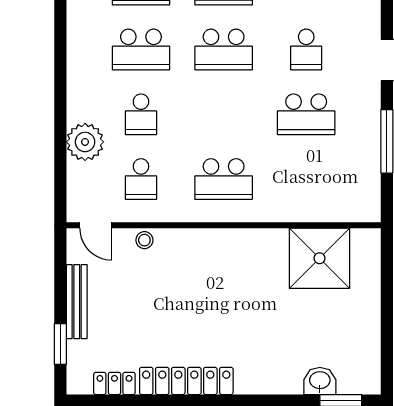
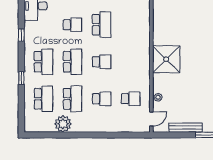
plant: (85, 142) -> (63, 124), moved
school desk: (224, 179) -> (102, 62), moved, width x0.54
shower: (320, 258) -> (166, 59), moved

